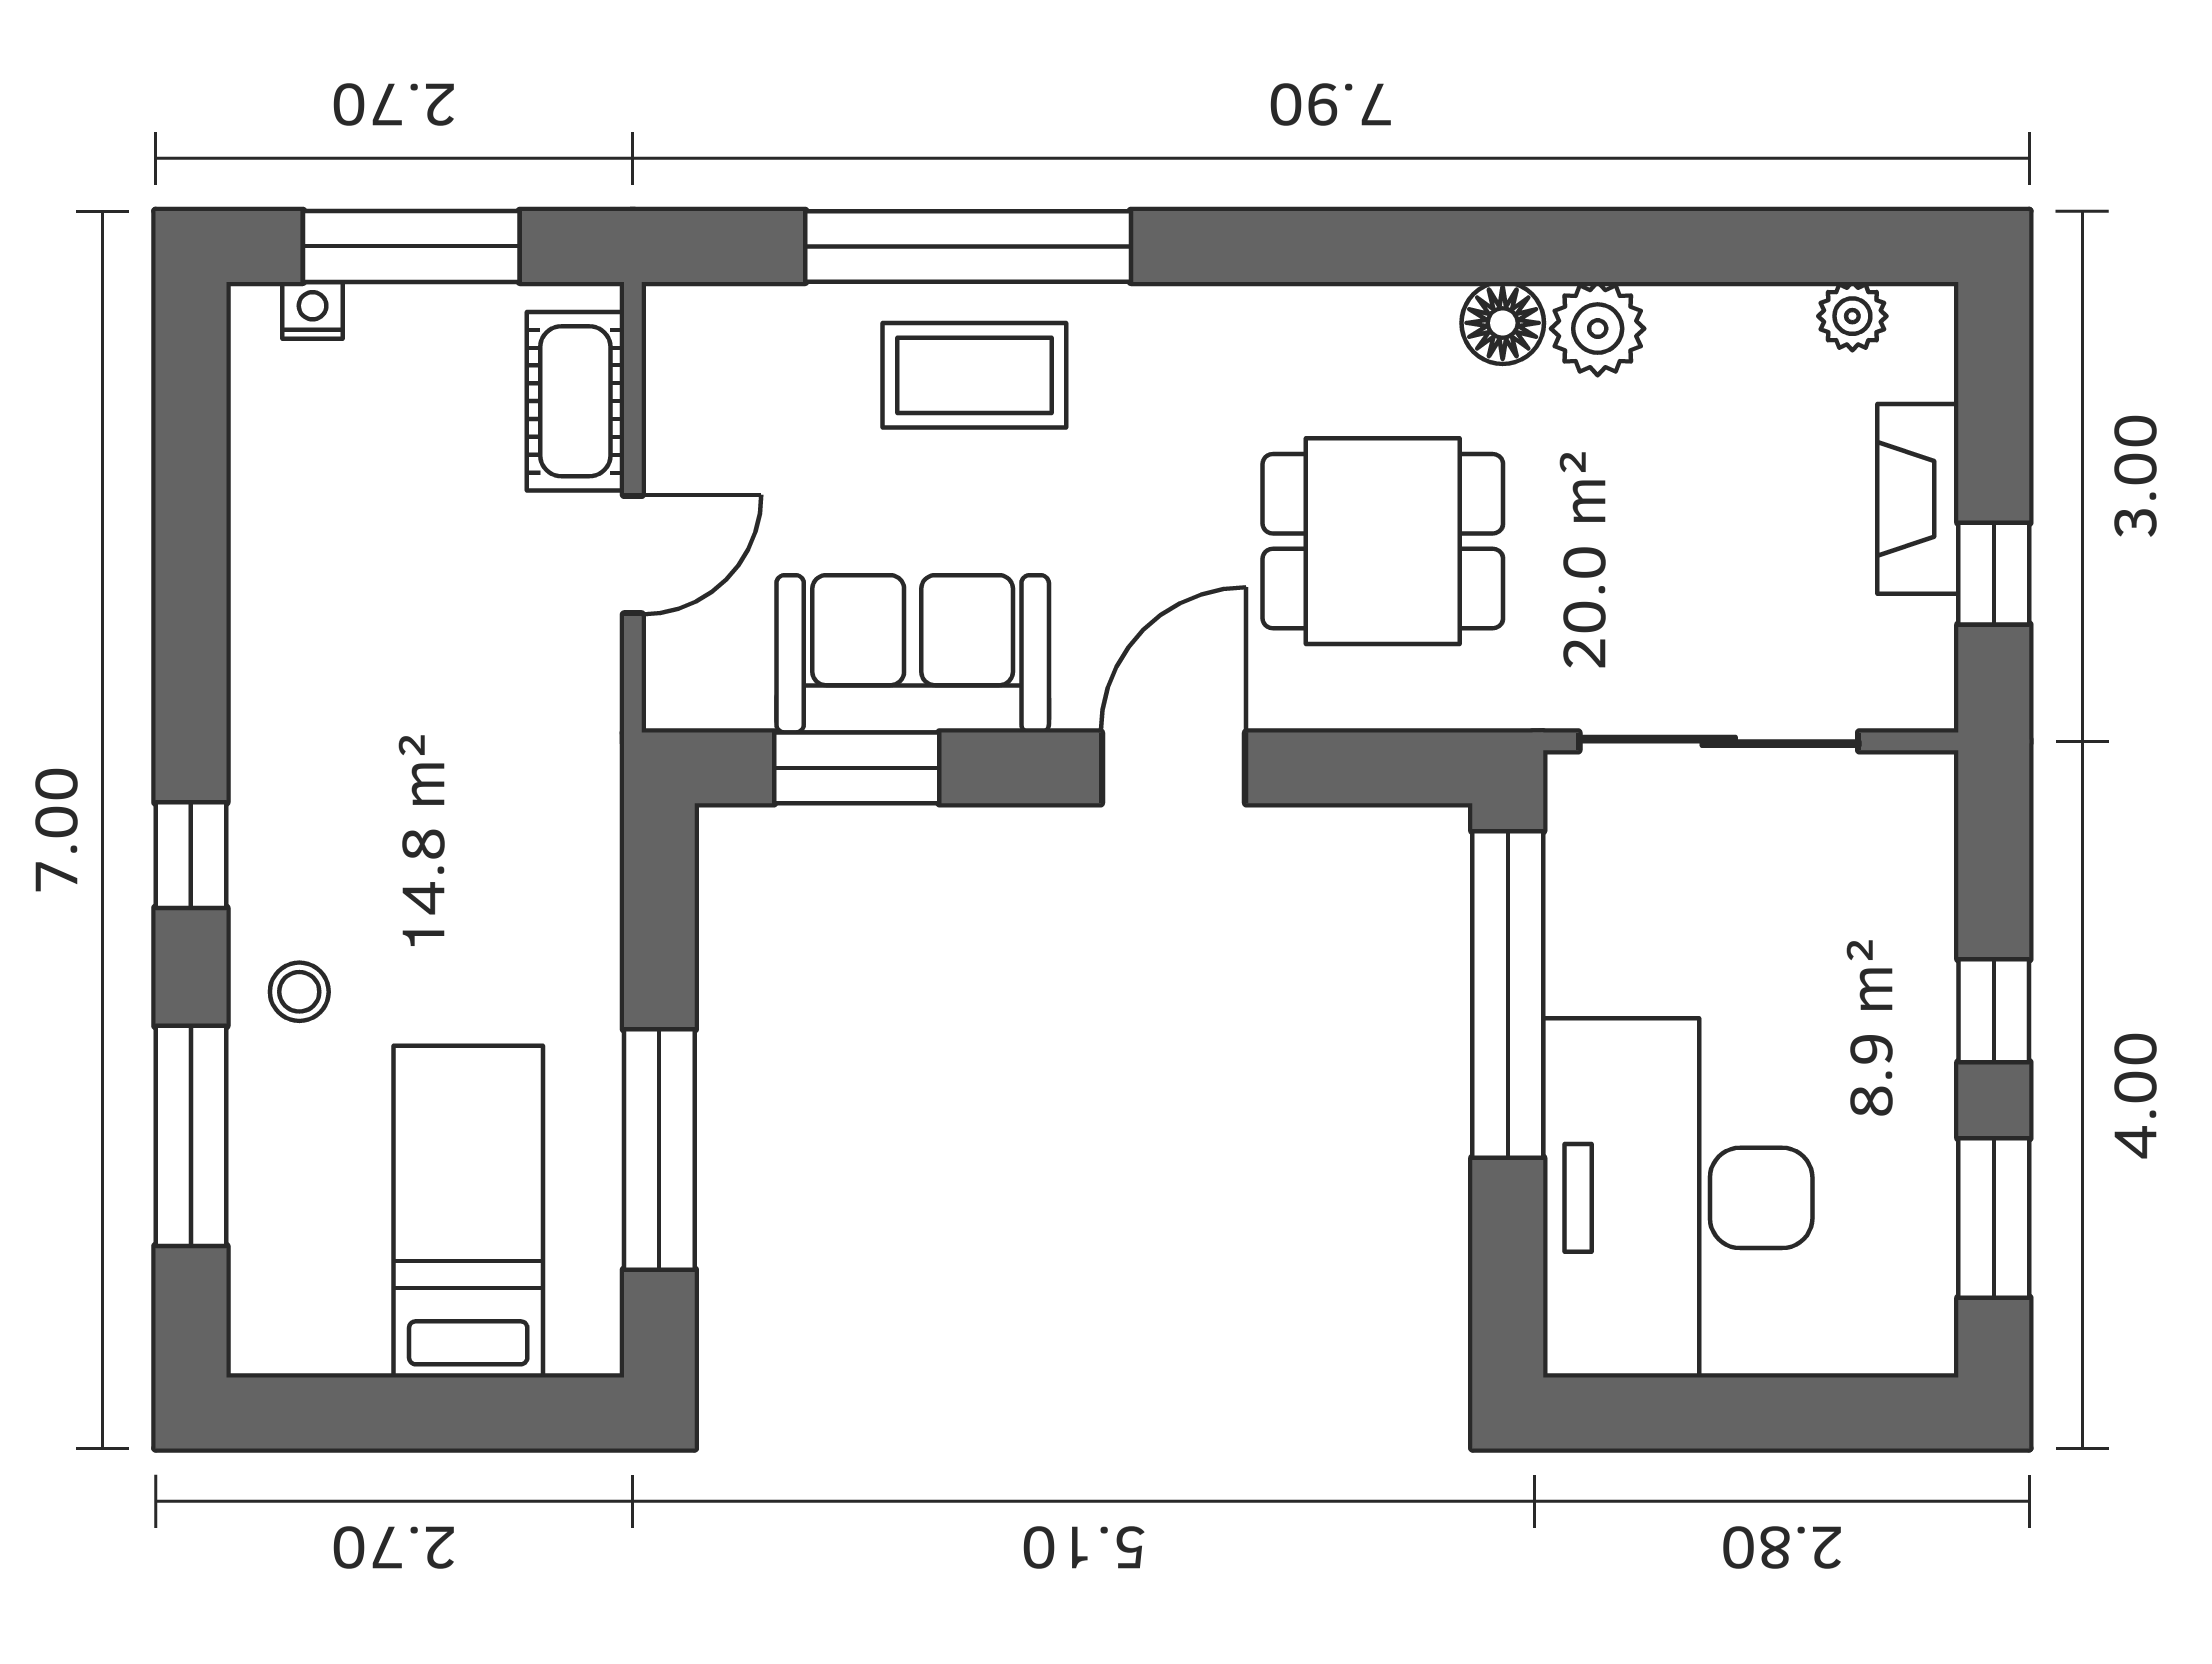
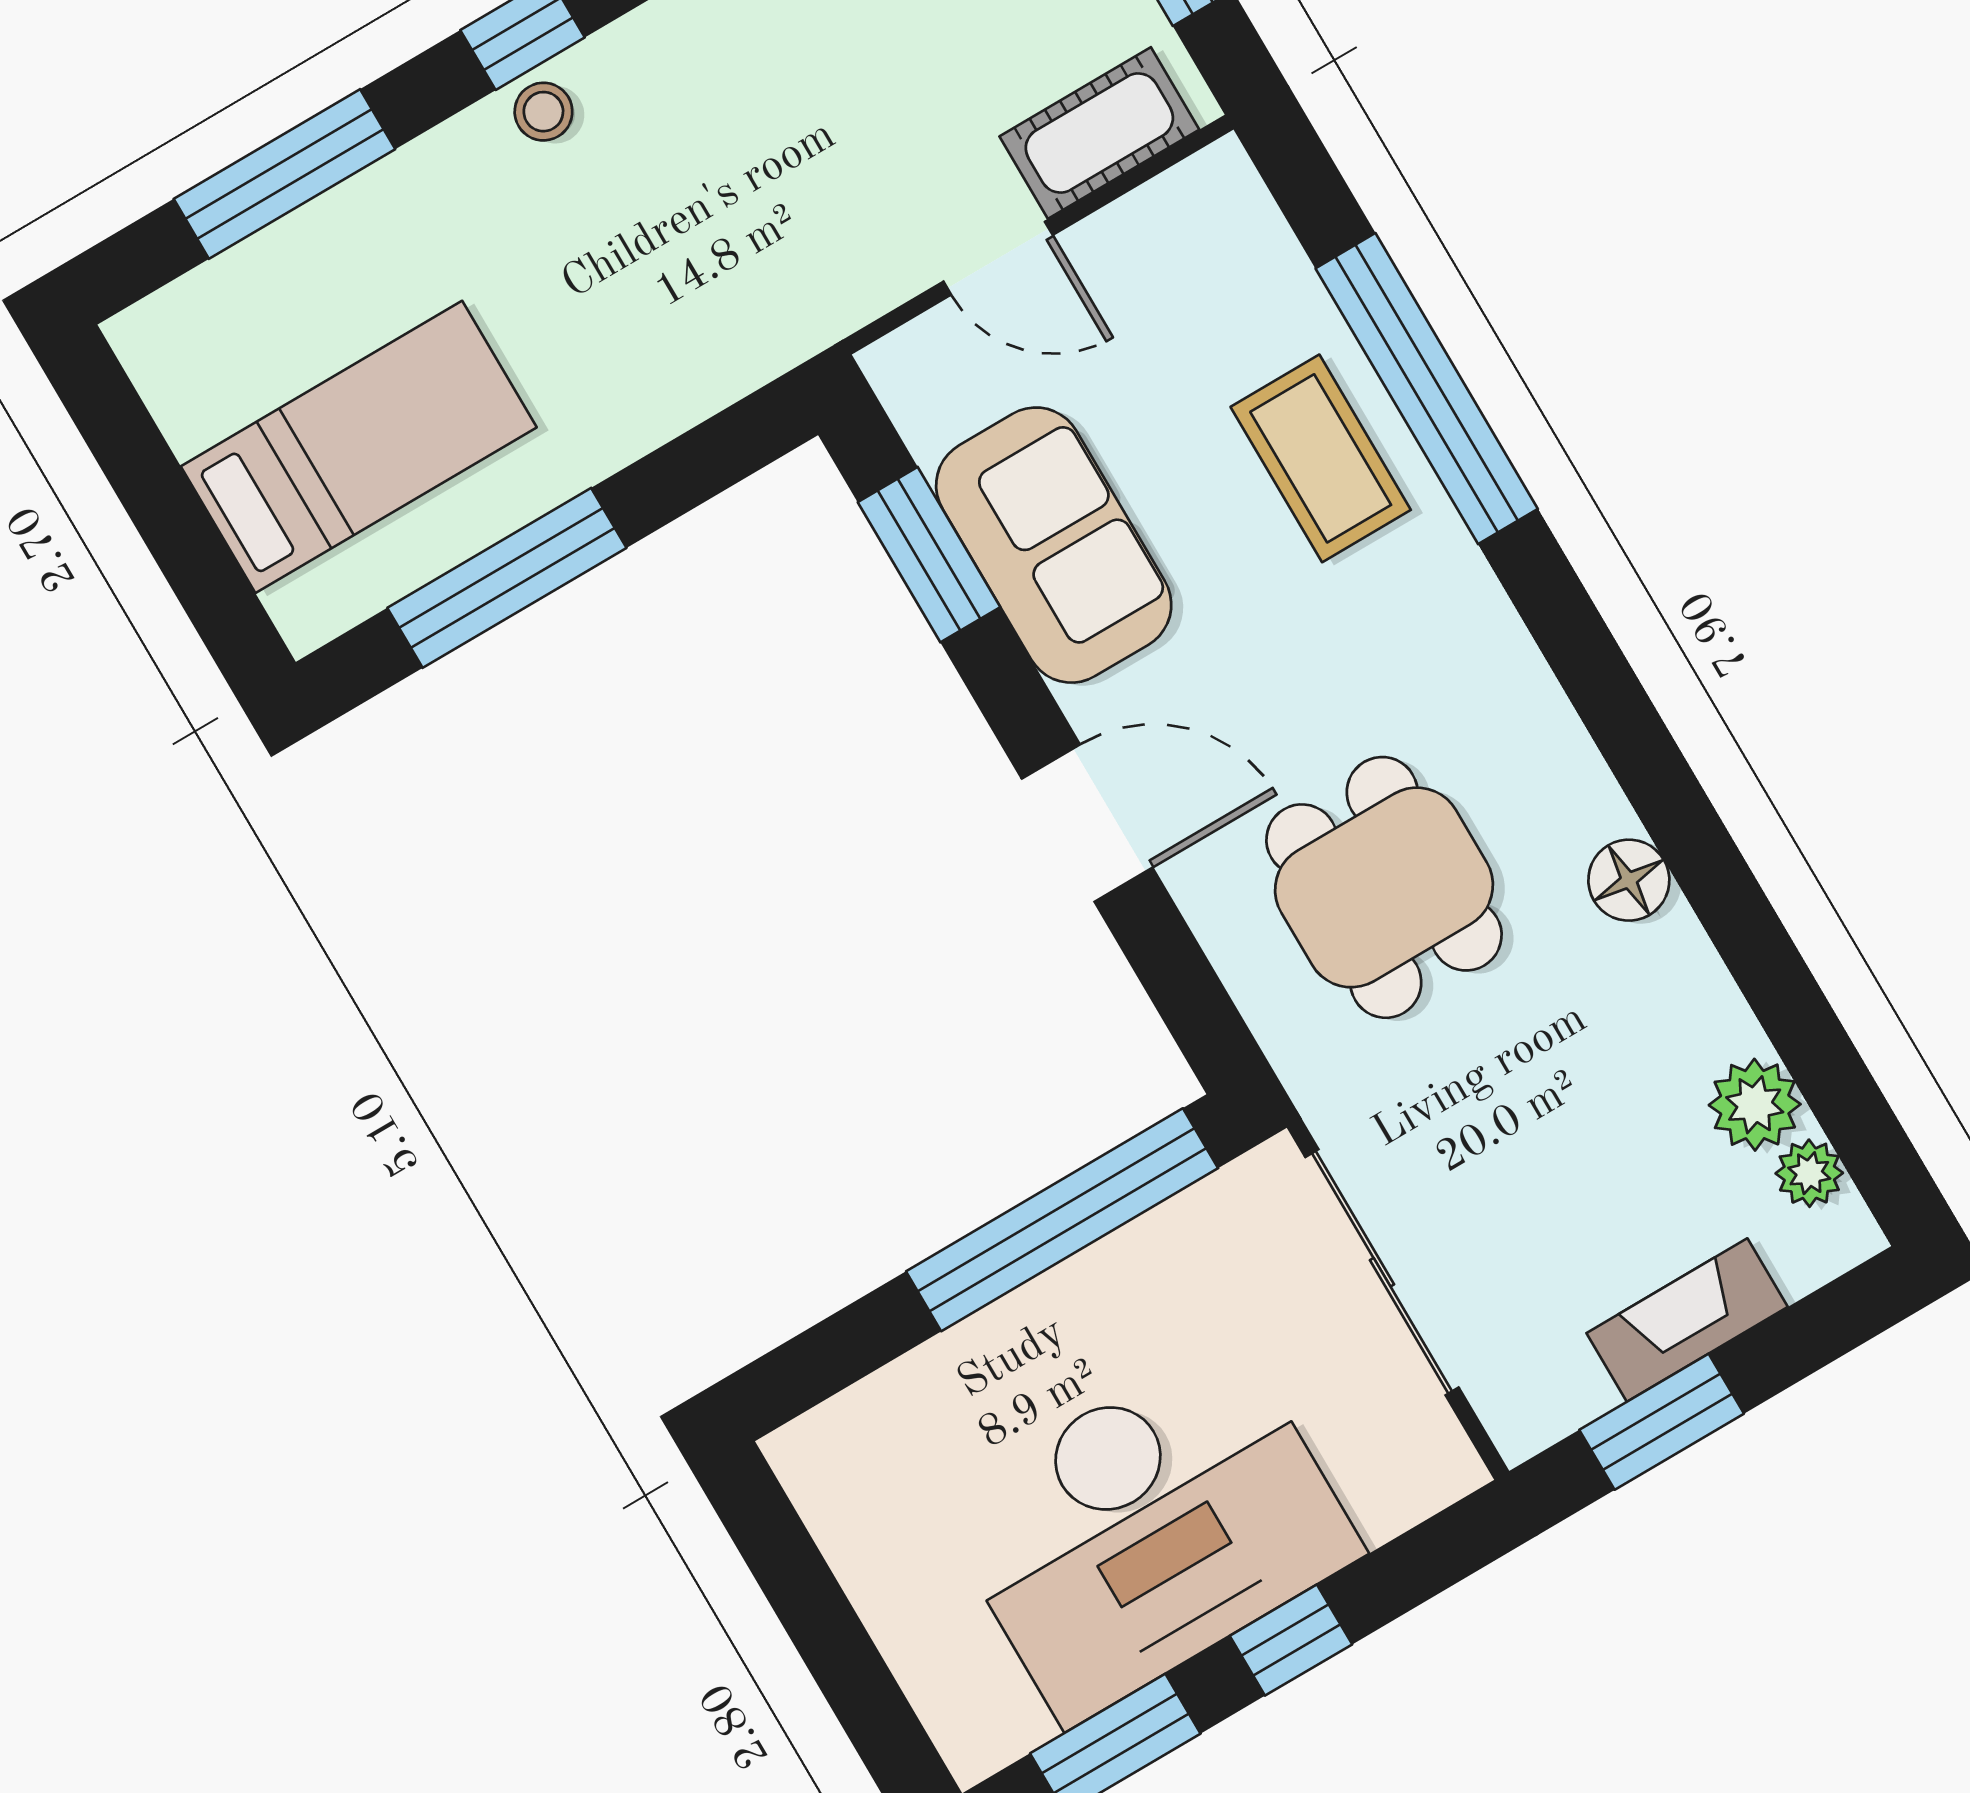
plant: (1598, 329) -> (1755, 1105), moved
window: (1994, 574) -> (1662, 1422), width x1.50
stool: (299, 992) -> (543, 112), moved
desk: (1678, 1198) -> (1150, 1529), moved, turned 180

